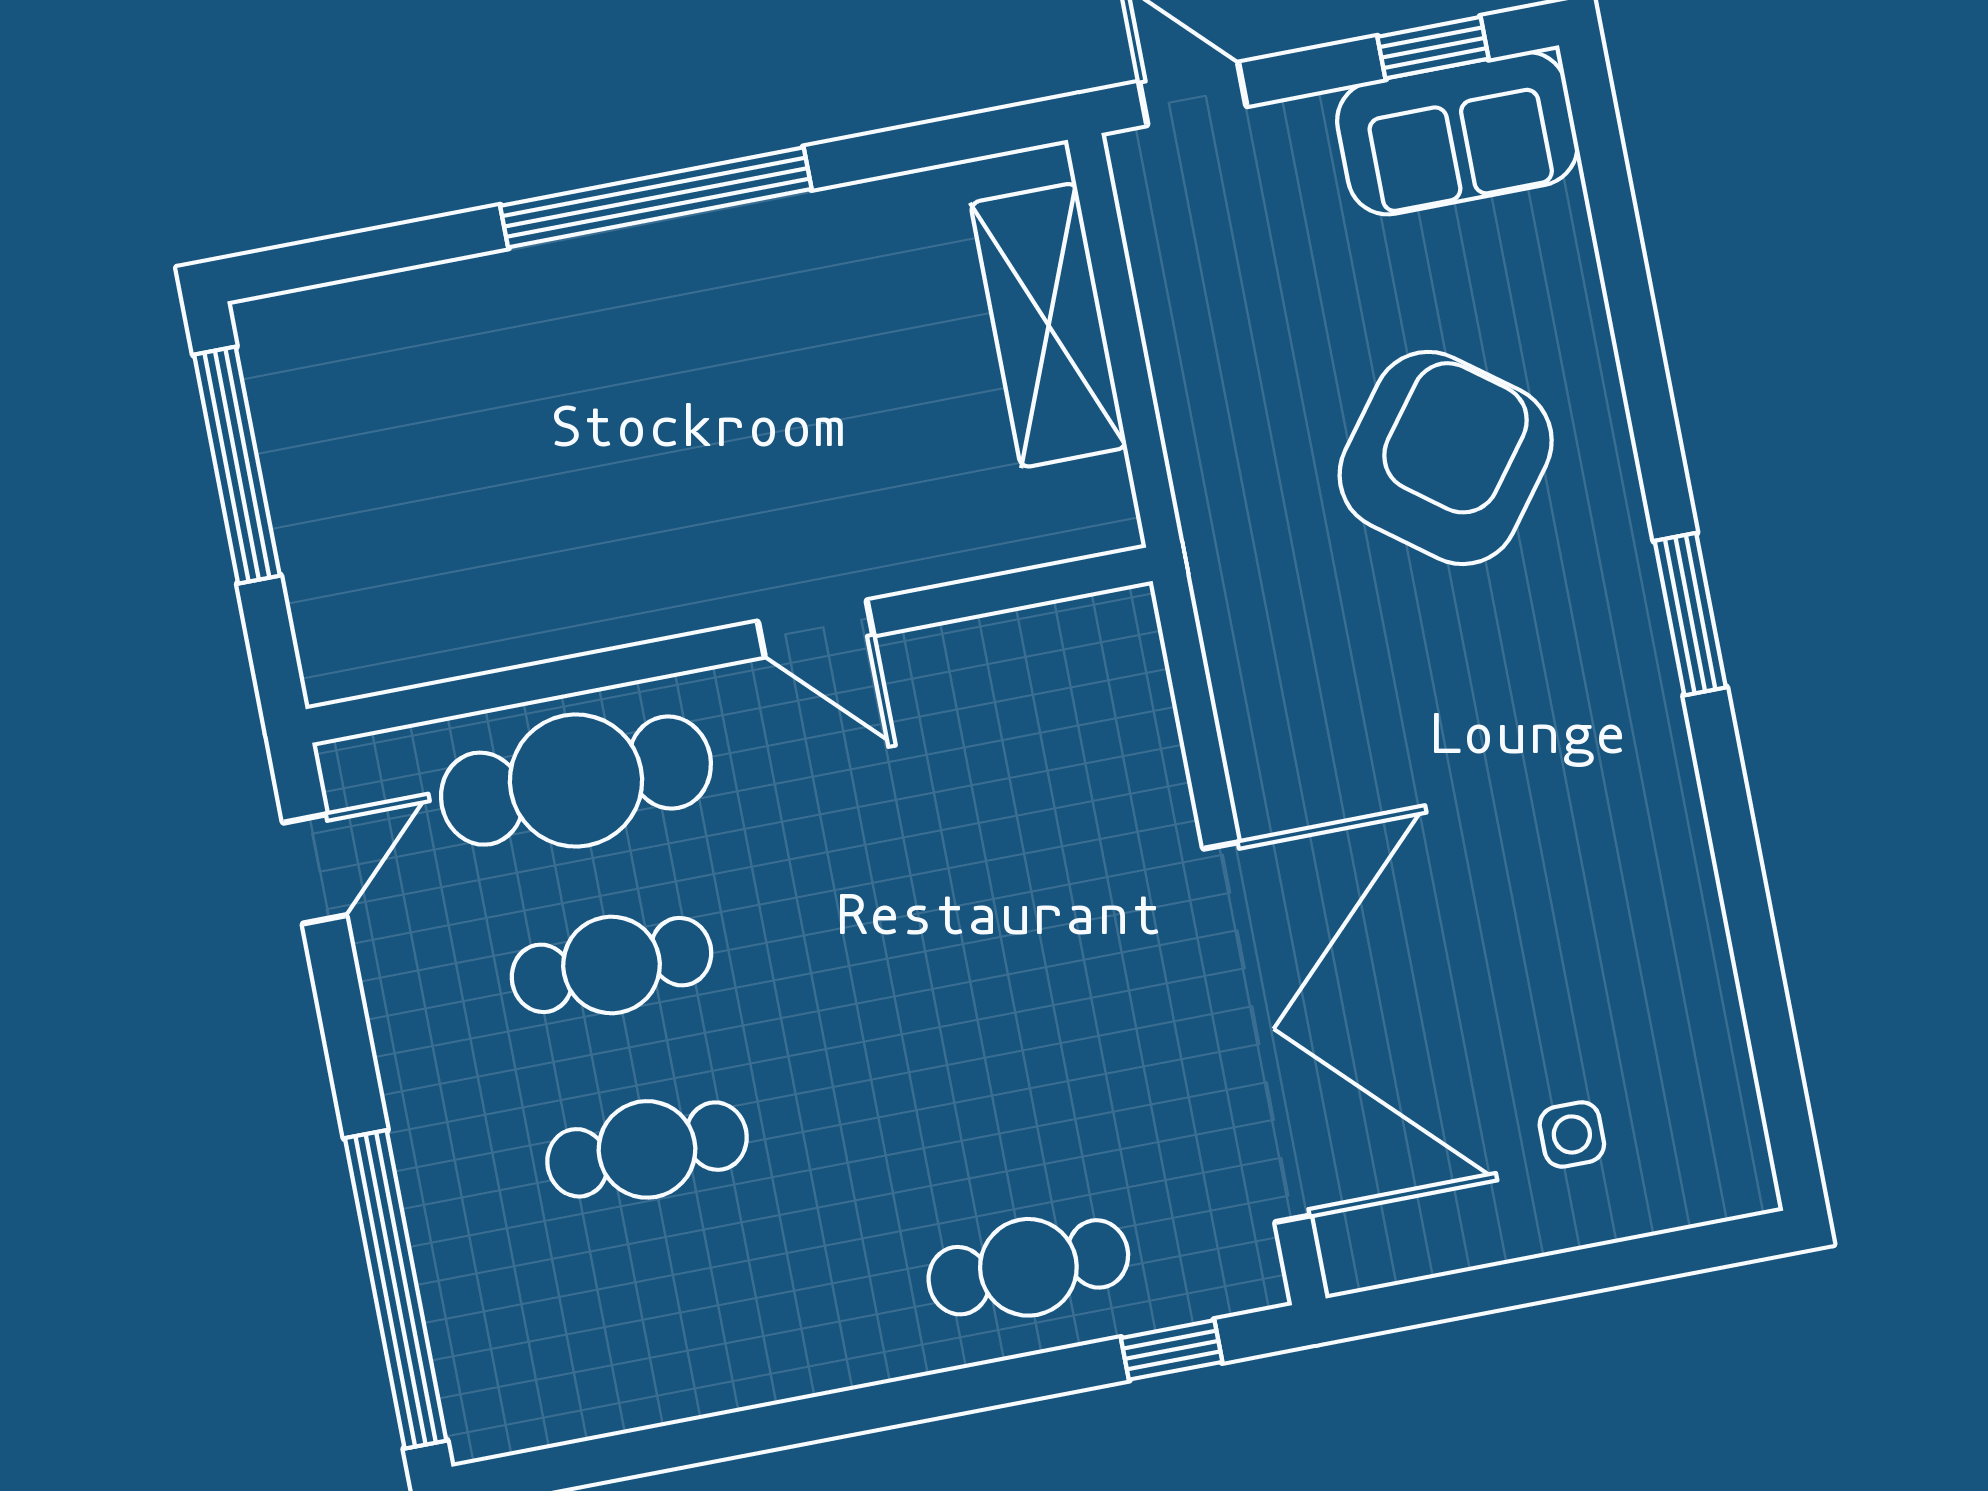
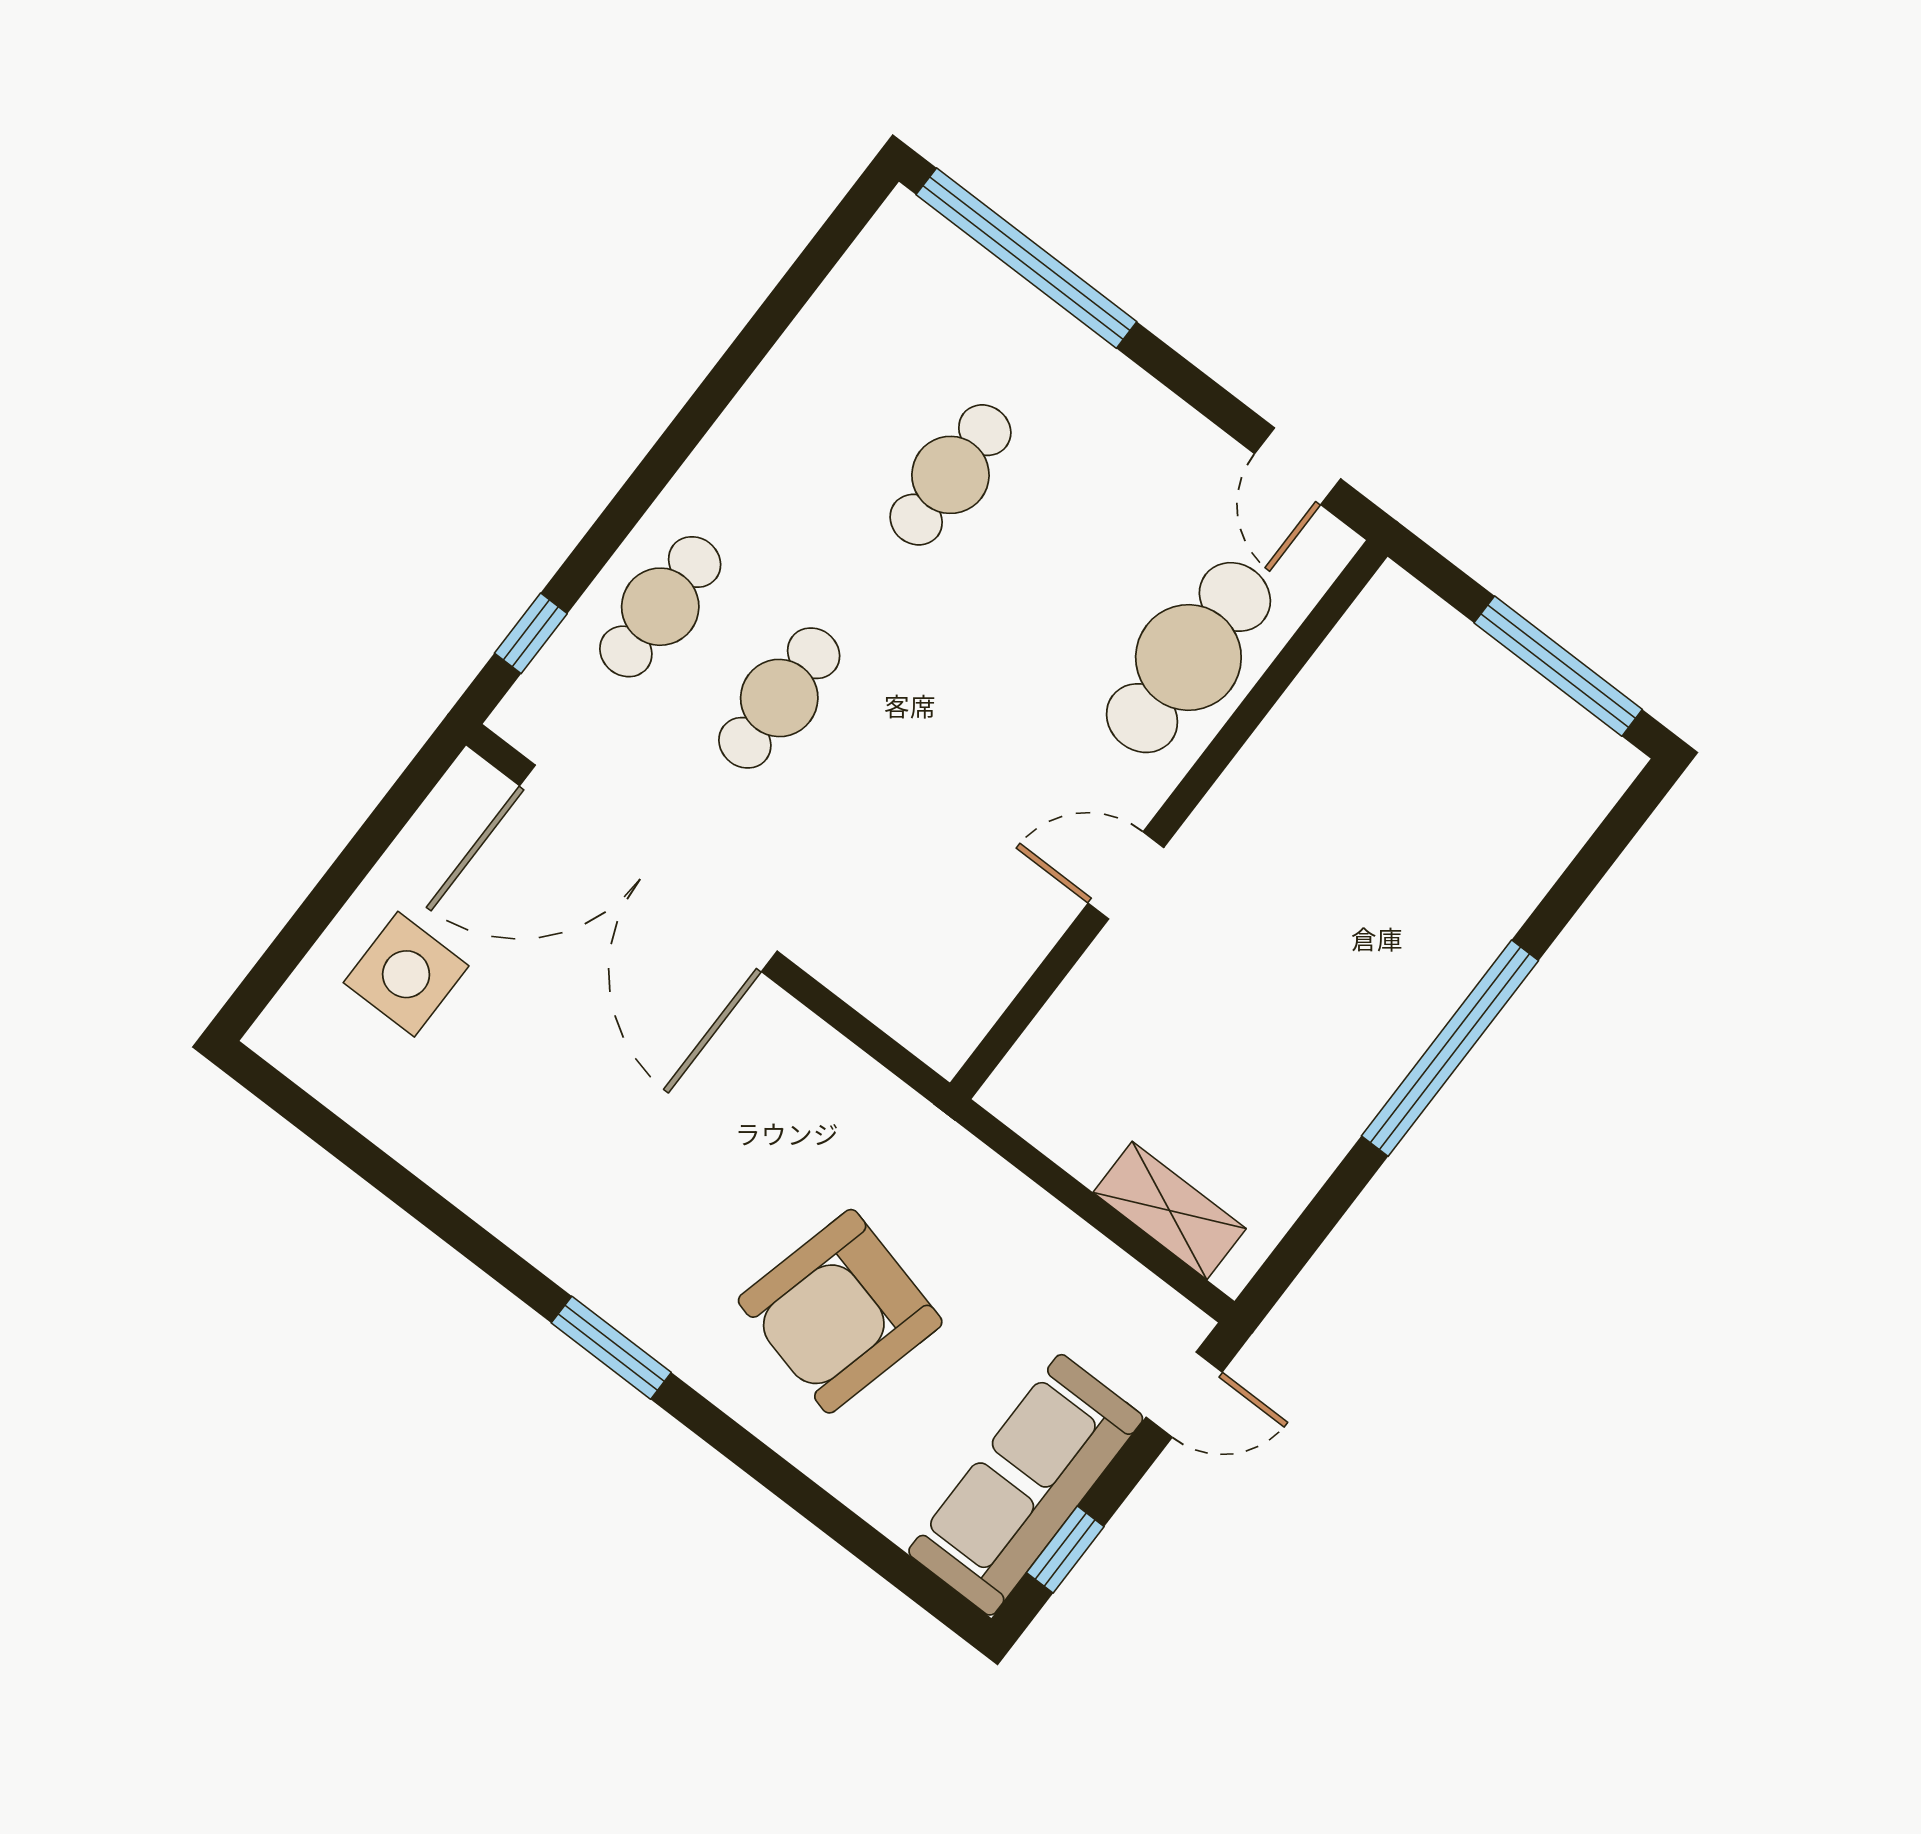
sofa: (1457, 133) -> (1026, 1485), width x1.36
shelving: (1049, 325) -> (1170, 1210), width x0.67, depth x0.75
armchair: (1446, 458) -> (840, 1311), turned 67
cafe table: (611, 965) -> (779, 698), moved
side table: (1572, 1134) -> (406, 974), width x1.87, depth x1.87

